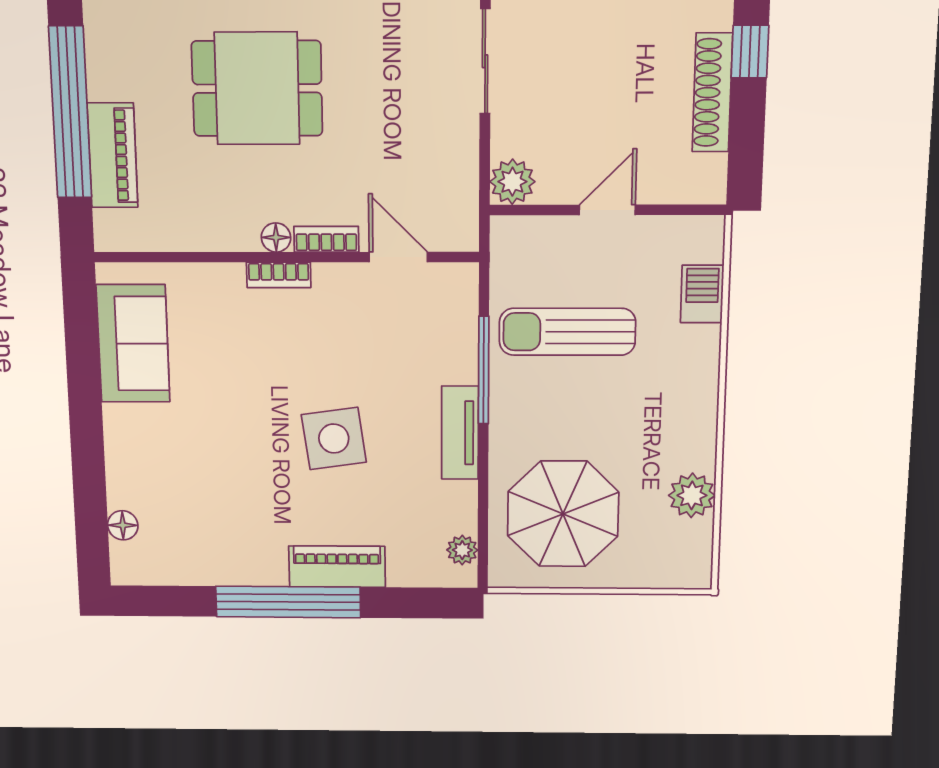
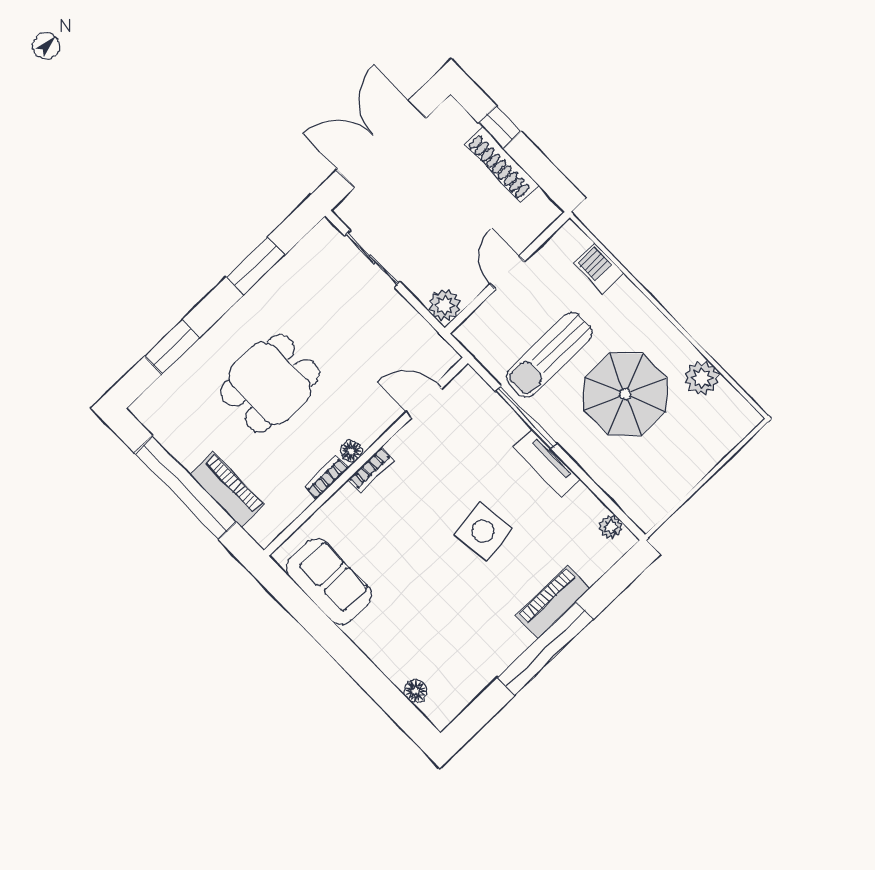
bookcase: (326, 239) -> (326, 477), moved
parasol: (563, 514) -> (625, 394), moved

